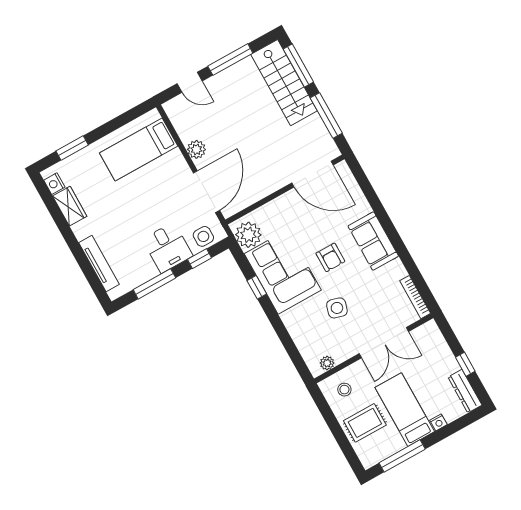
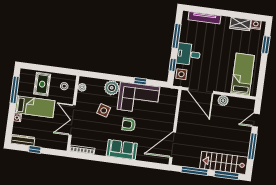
plant: (248, 235) -> (112, 88), moved

